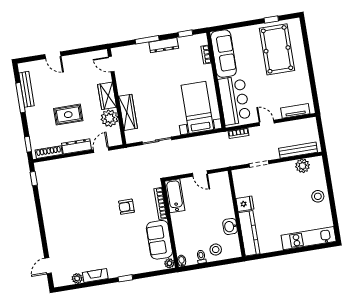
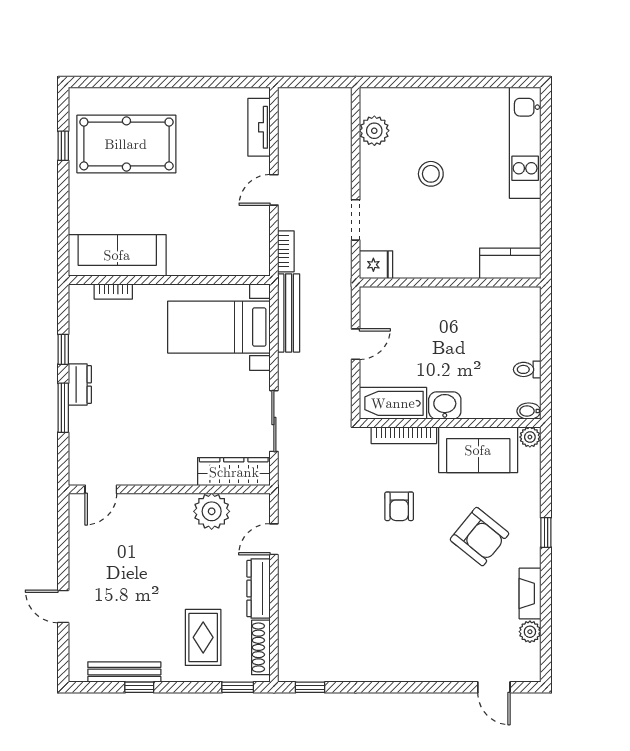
window: (185, 34) -> (63, 349), moved
dresser: (164, 45) -> (80, 384), width x0.70
door: (53, 55) -> (63, 606), swing flipped
wardrobe: (107, 96) -> (165, 509), removed
window: (20, 98) -> (139, 687), width x0.46
bar counter: (234, 100) -> (217, 249), removed
wardrobe: (128, 112) -> (234, 472), moved
rug: (68, 115) -> (203, 637), moved
door: (101, 150) -> (274, 539), hinge flipped
bench: (298, 150) -> (289, 313), moved
stool: (318, 196) -> (431, 174), moved
fridge: (245, 204) -> (376, 265), moved, turned 90
washbasin: (230, 226) -> (445, 405), moved, turned 180
kitchen counter: (249, 233) -> (510, 263), width x0.67
armchair: (118, 247) -> (479, 537), added
stool: (216, 250) -> (517, 337), removed

